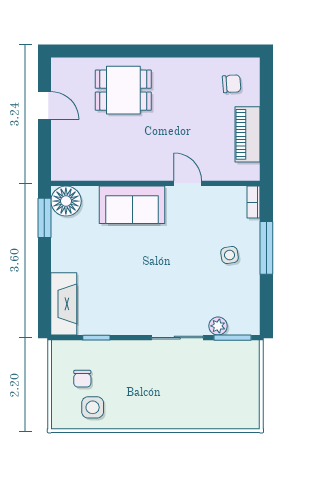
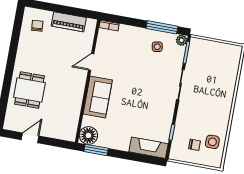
window: (266, 248) -> (162, 27), moved
side table: (230, 255) -> (157, 47), moved
plant: (218, 326) -> (181, 40), moved

